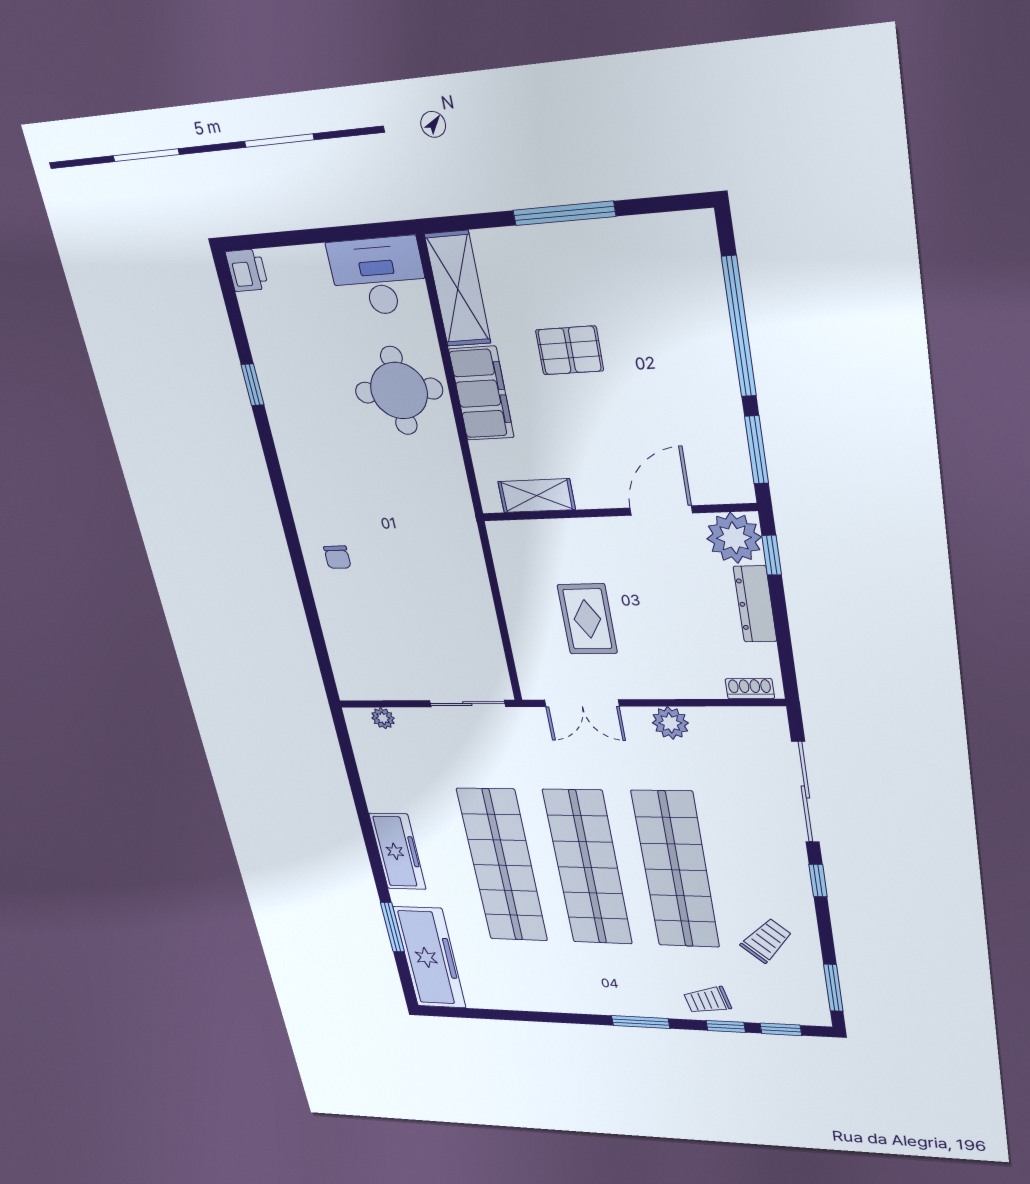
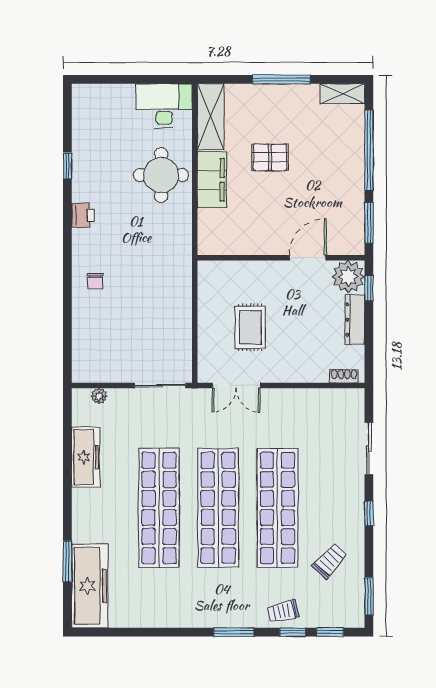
printer: (247, 270) -> (83, 215), moved
shelving: (537, 496) -> (342, 94), moved
plant: (670, 723) -> (291, 400), removed
sliding door: (805, 792) -> (369, 448), width x0.73
freezer: (398, 851) -> (86, 457), moved

